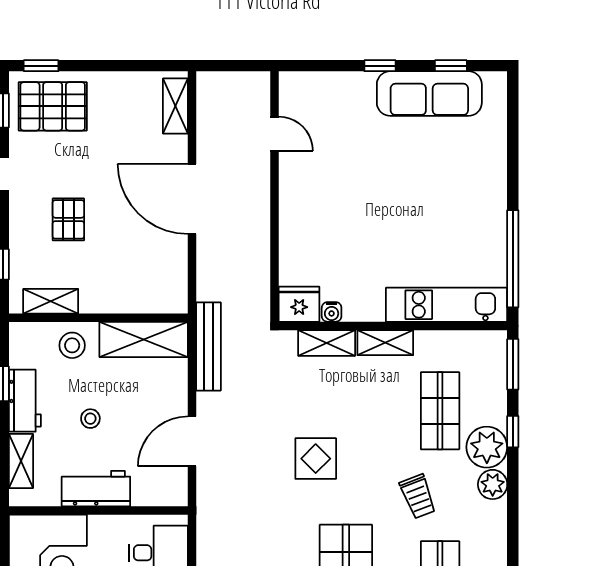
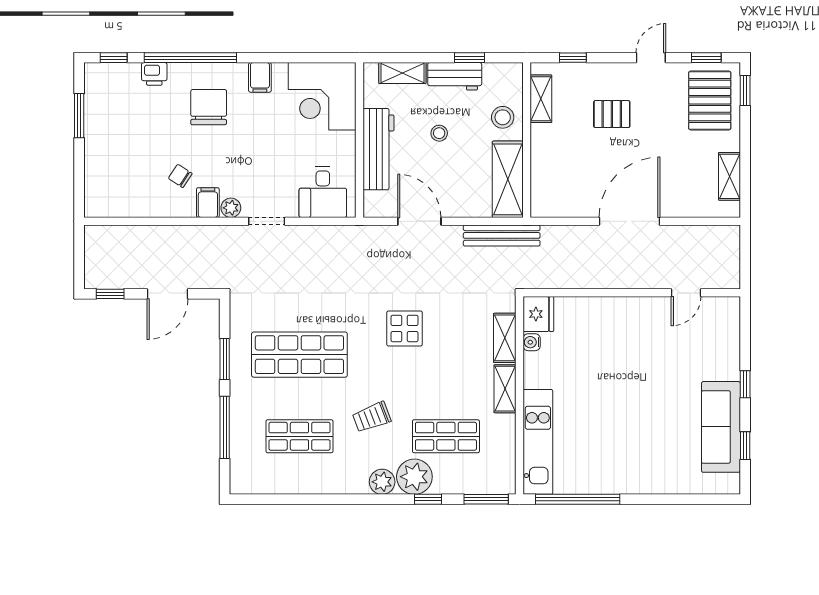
shelving: (175, 106) -> (729, 176), moved, turned 90
workbench: (96, 489) -> (379, 149), width x1.38

